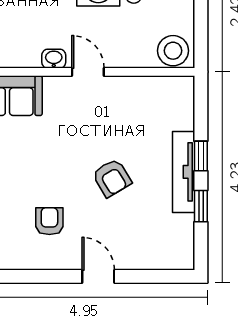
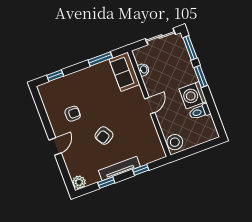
washbasin: (54, 59) -> (144, 70), moved
window: (201, 156) -> (141, 170), moved
plant: (181, 257) -> (79, 182), added

